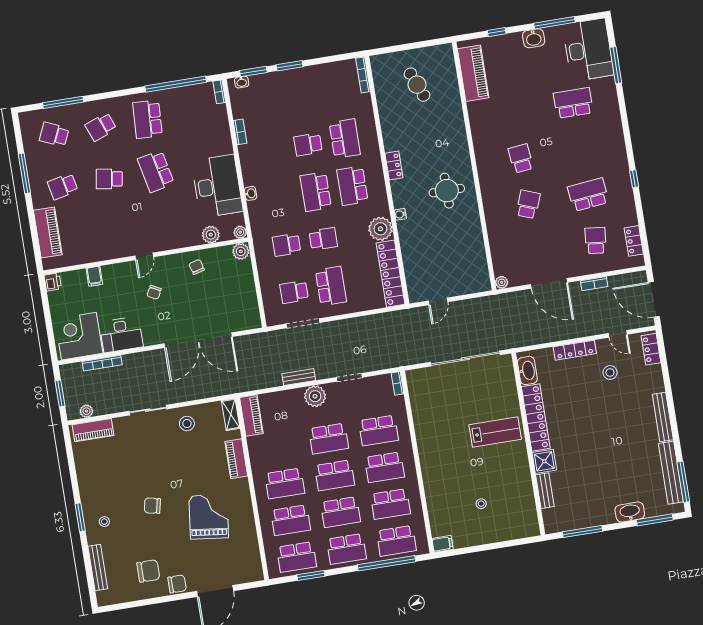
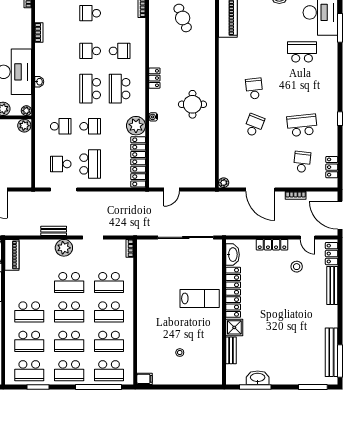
school desk: (300, 97) -> (90, 13), added
school desk: (345, 139) -> (120, 51), width x0.54
school desk: (286, 245) -> (61, 126), turned 180
bench: (663, 417) -> (332, 285), moved
washbasin: (630, 512) -> (258, 378), moved

